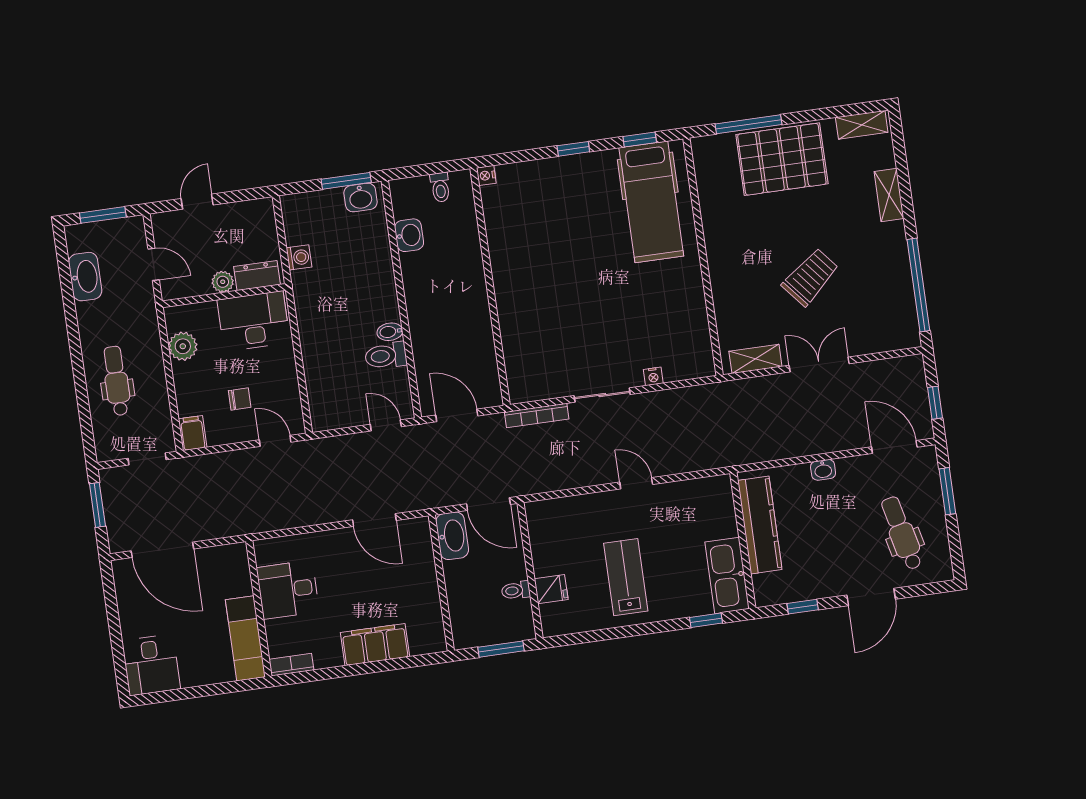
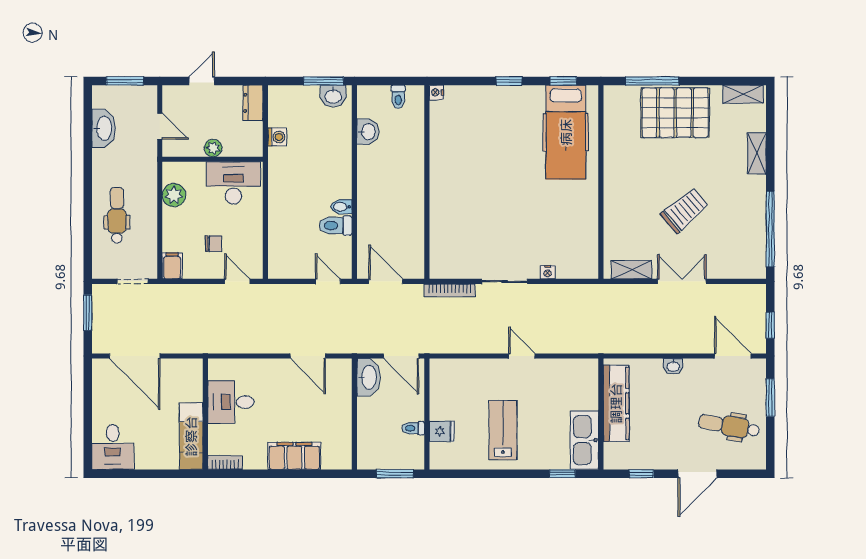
dresser: (257, 275) -> (253, 103), moved, turned -90
dental chair: (902, 533) -> (729, 426), turned -67

